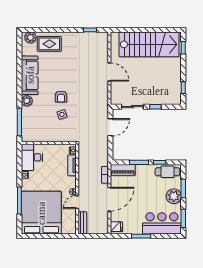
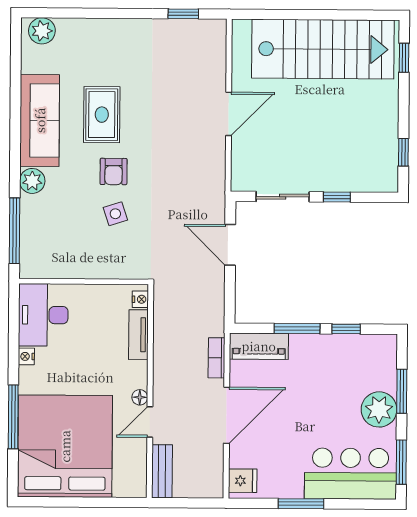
rug: (49, 44) -> (102, 115), moved, turned 90
door: (109, 72) -> (229, 114), hinge flipped
door: (110, 127) -> (230, 245), swing flipped
cafe table: (167, 172) -> (365, 351), removed

